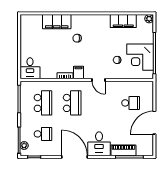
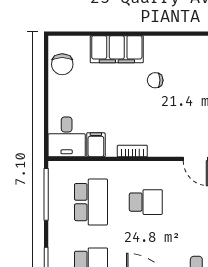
chair: (28, 30) -> (62, 64), added
filing cabinet: (79, 72) -> (96, 145), moved
school desk: (72, 103) -> (146, 202), width x0.54

